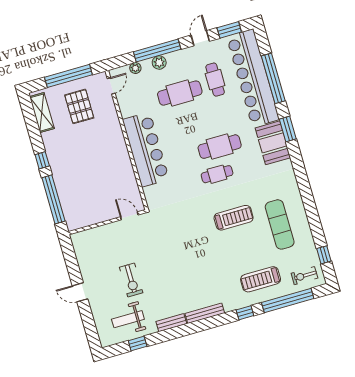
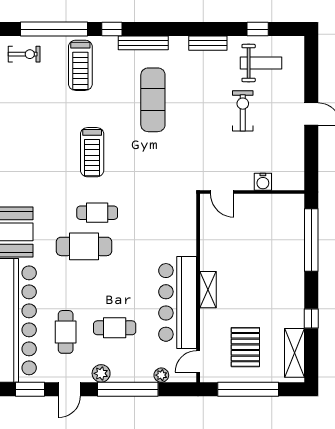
plant: (159, 63) -> (101, 373), moved
cafe table: (180, 93) -> (115, 328), width x0.73, depth x0.74
shelving: (119, 141) -> (208, 290), added
bar counter: (146, 149) -> (178, 302), moved
window: (42, 160) -> (311, 318), moved
treadmill: (234, 218) -> (92, 152), turned -90
exercise mat: (280, 224) -> (153, 100), moved
water cooler: (101, 232) -> (263, 182), added
treadmill: (261, 279) -> (80, 65), turned 90
bench: (205, 313) -> (143, 43), moved

